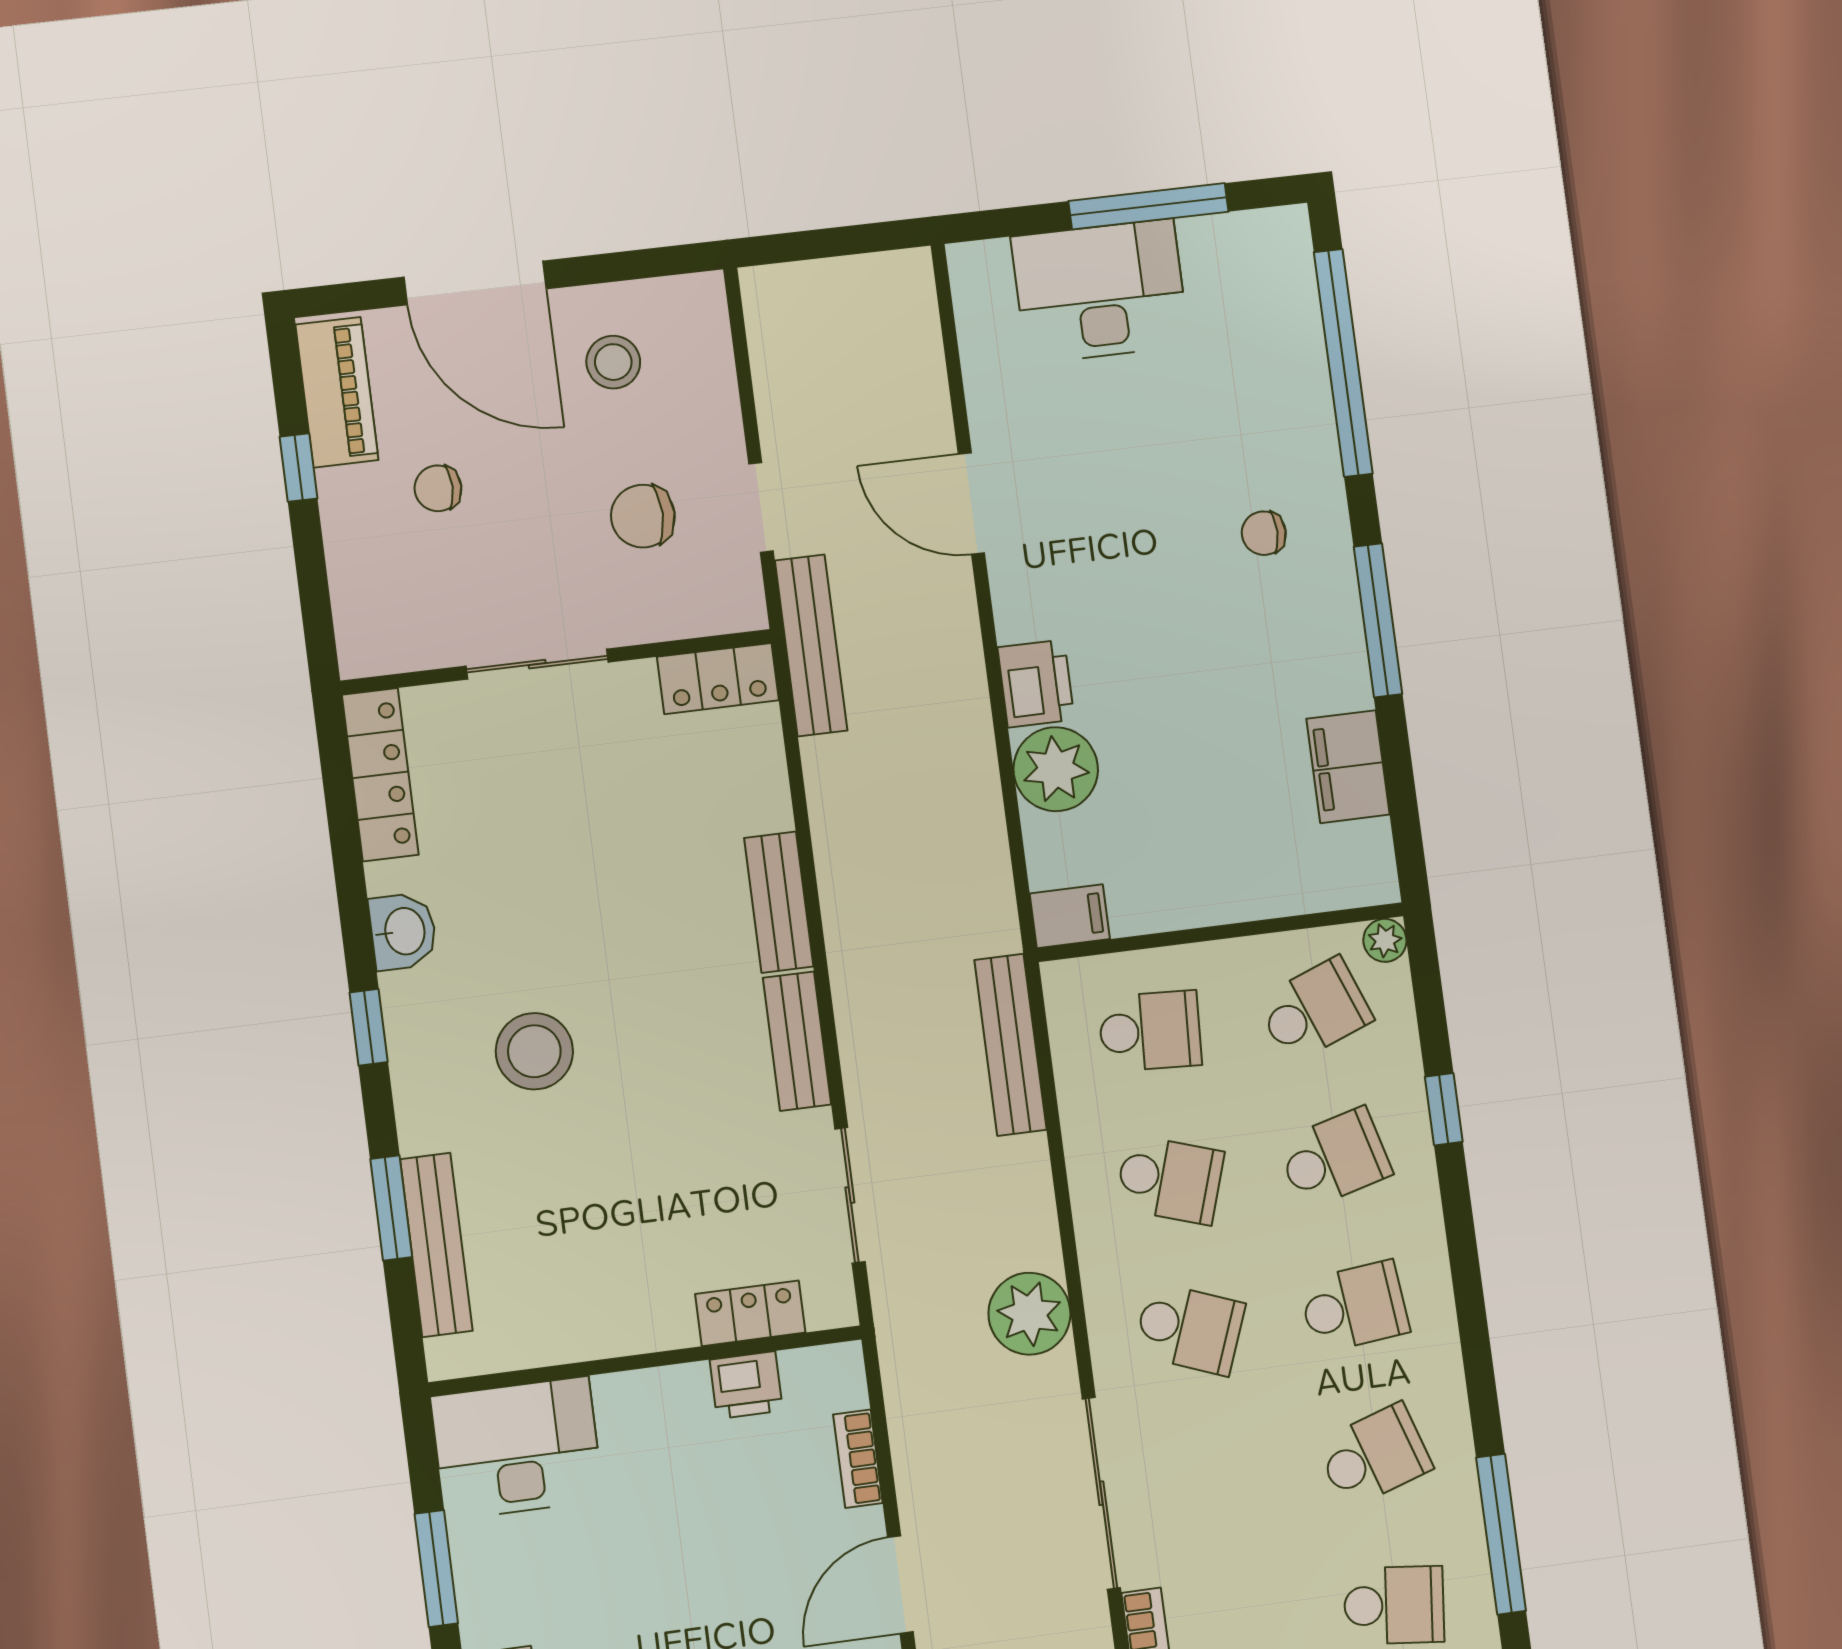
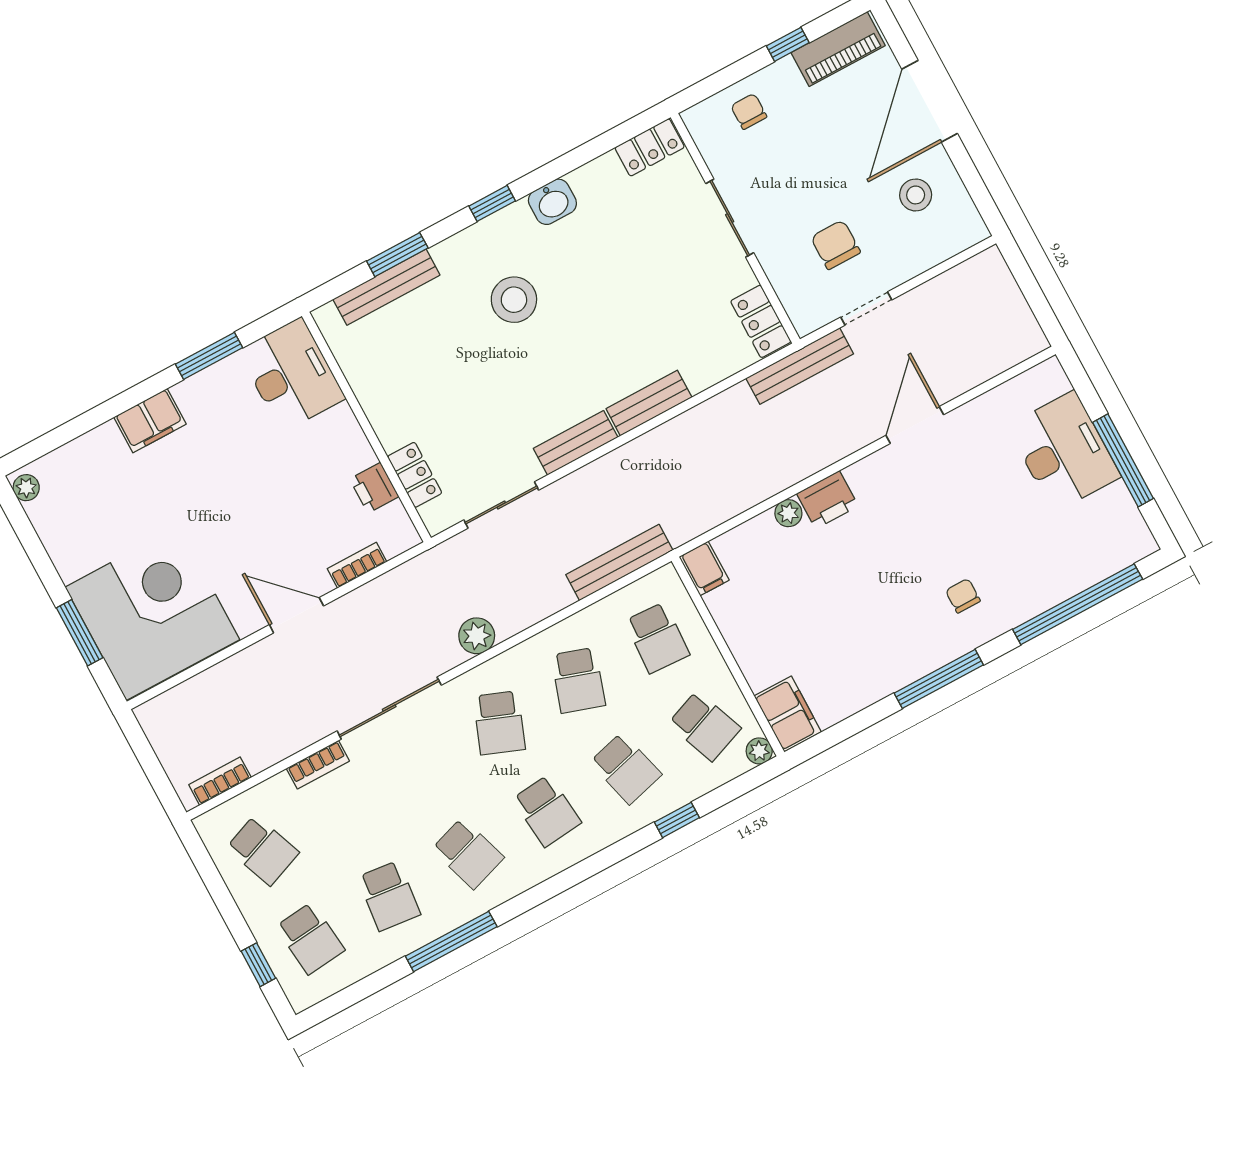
chair: (438, 488) -> (749, 111), moved
filing cabinet: (1348, 767) -> (788, 714), moved, turned 90
plant: (1056, 769) -> (788, 513), width x0.53, depth x0.53
locker: (380, 775) -> (650, 147), width x0.66
plant: (1029, 1314) -> (477, 636), width x0.73, depth x0.73

